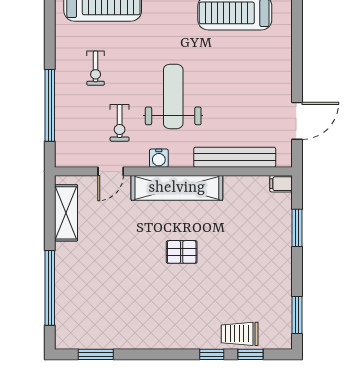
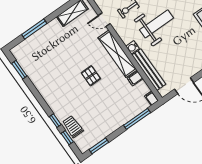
water cooler: (159, 158) -> (132, 47), moved
filing cabinet: (233, 187) -> (135, 78), added
window: (297, 228) -> (137, 119), width x1.44
window: (50, 288) -> (34, 29), width x0.68

